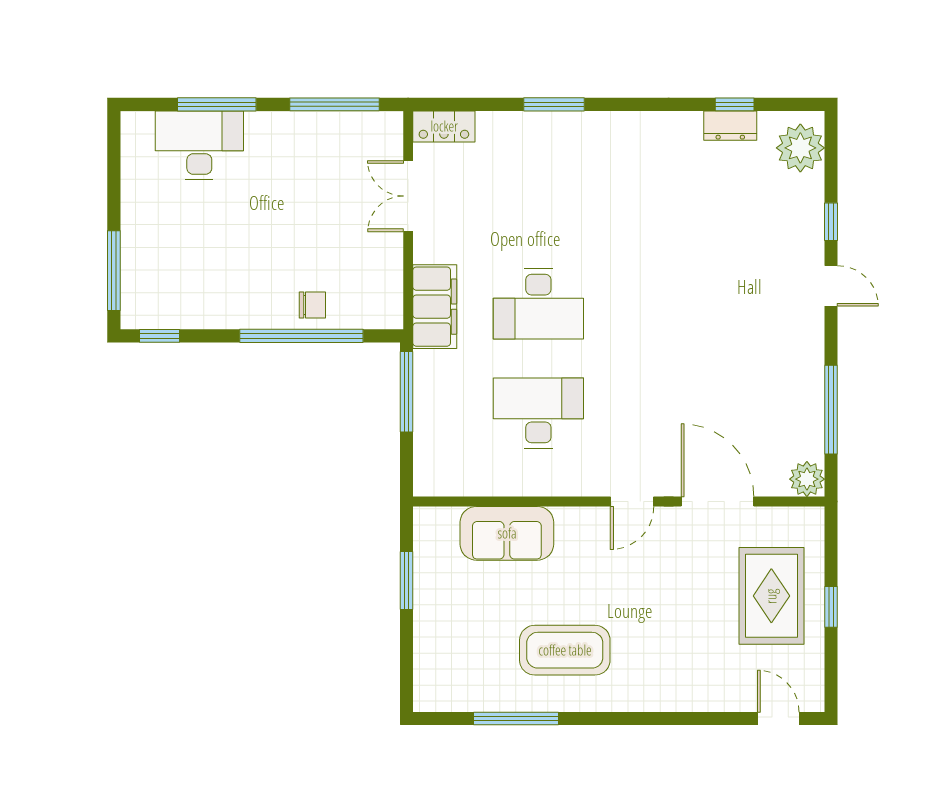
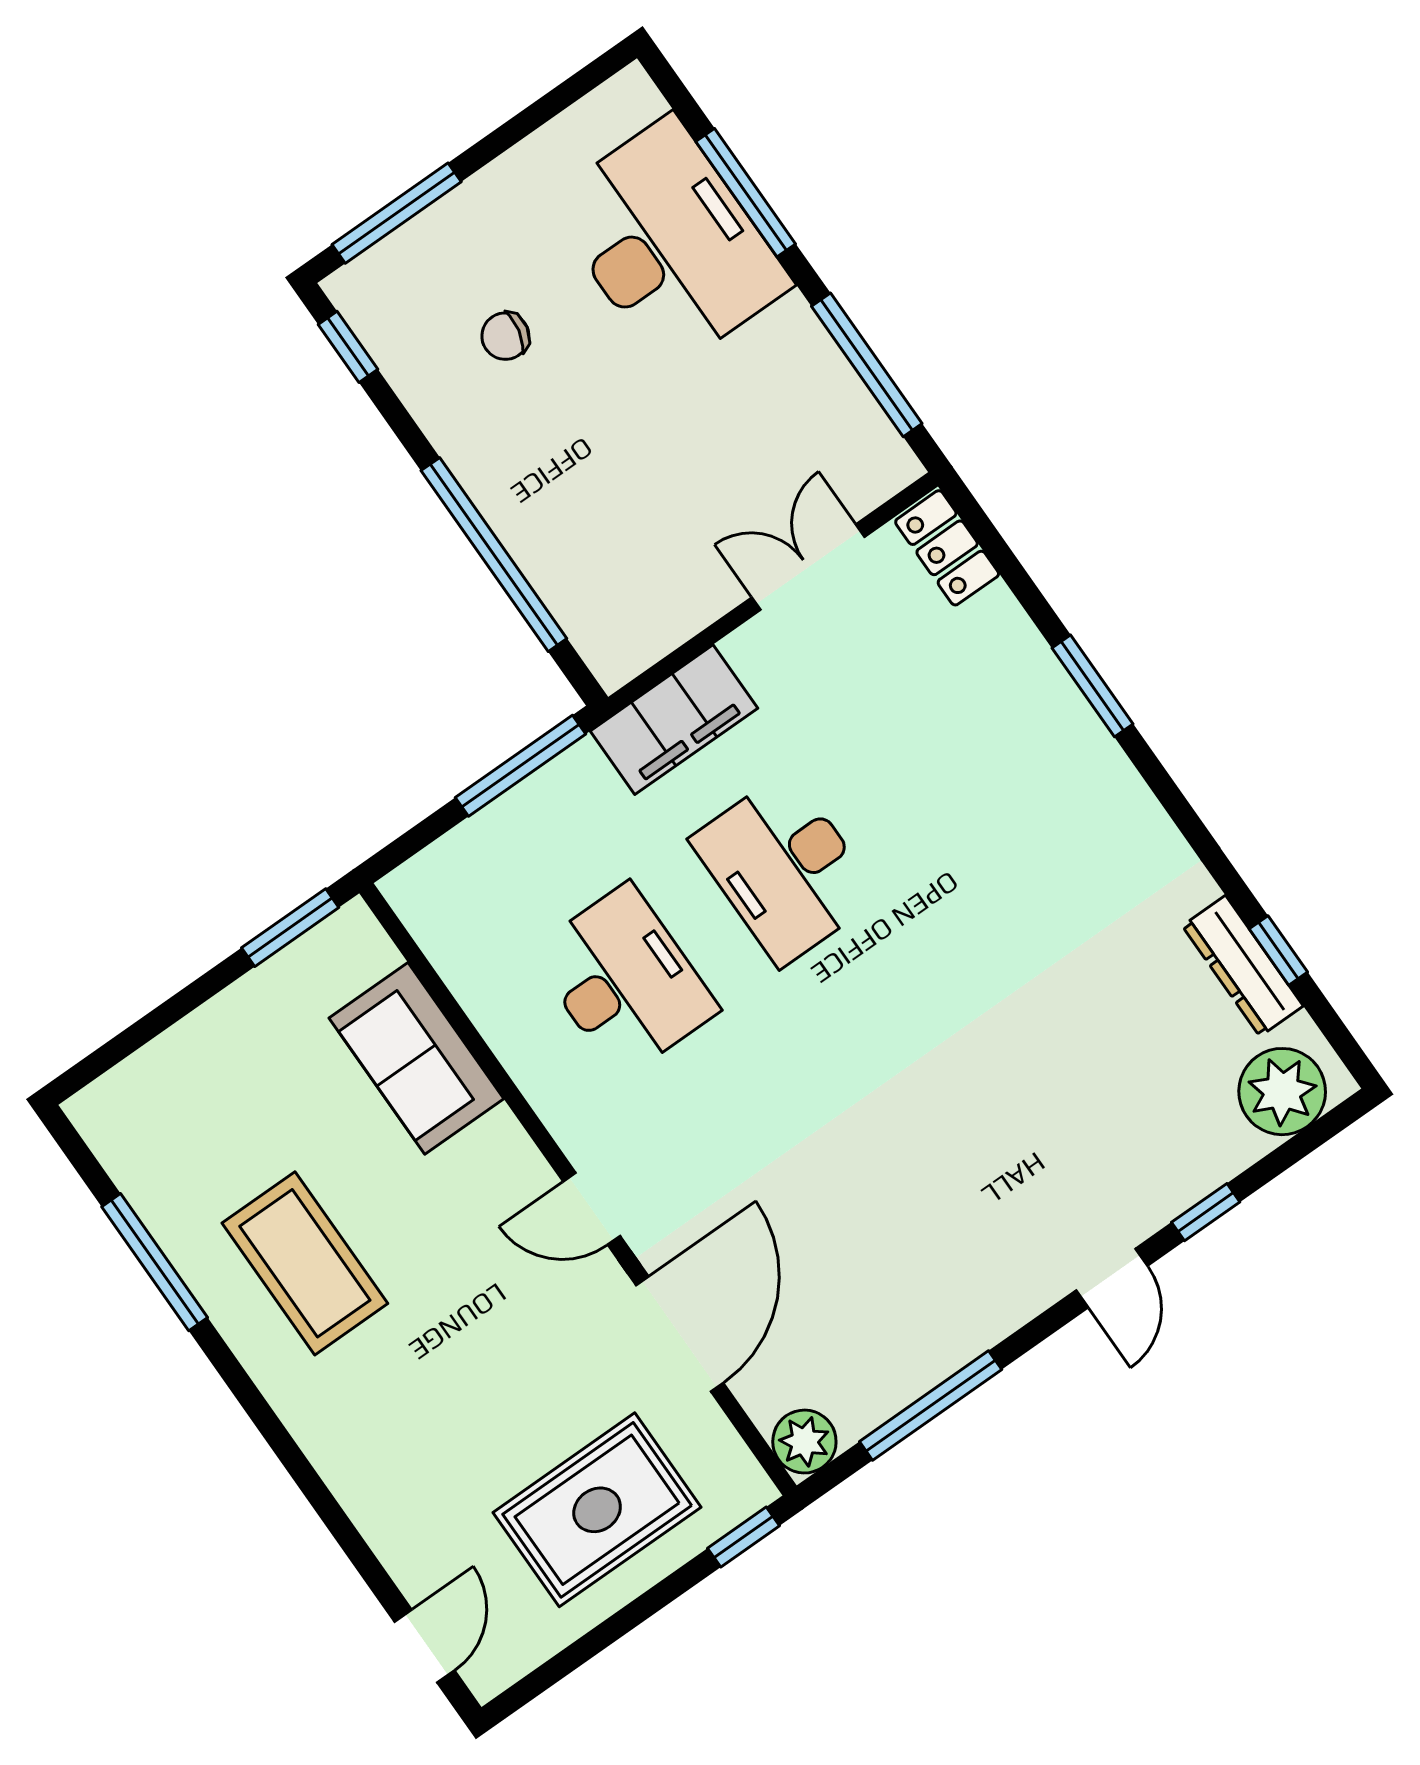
dresser: (730, 126) -> (1243, 966), width x1.44
desk: (199, 145) -> (669, 243), width x1.36, depth x1.30
chair: (312, 305) -> (505, 336), moved, turned 102
window: (407, 580) -> (290, 928), moved
window: (831, 607) -> (743, 1537), moved

